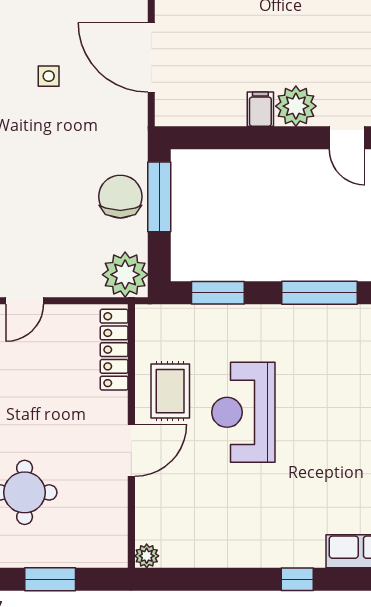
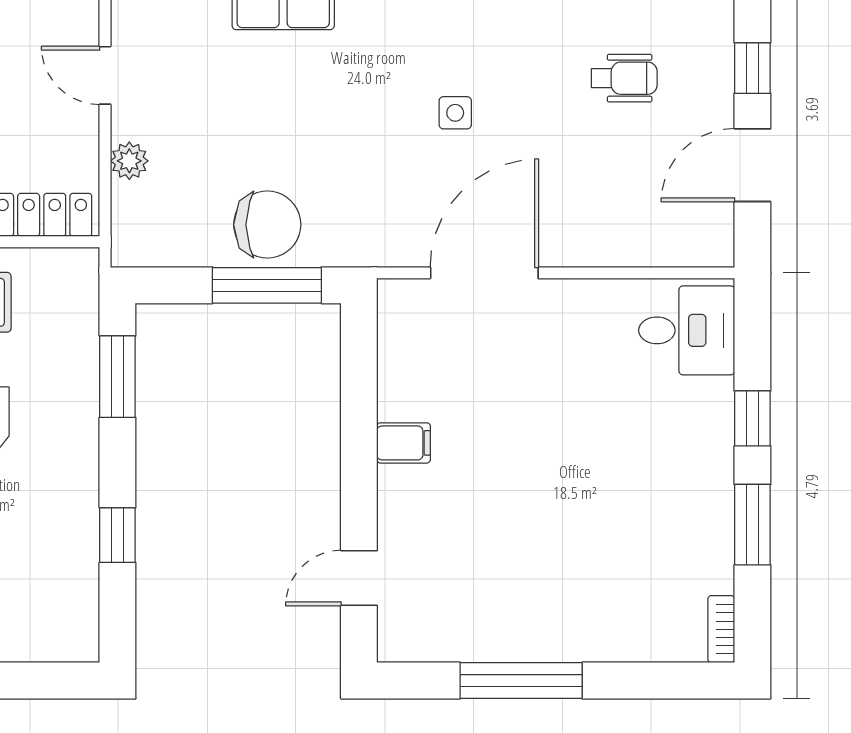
plant: (296, 106) -> (408, 498), removed
plant: (125, 275) -> (129, 161), moved, width x0.53, depth x0.53
window: (319, 293) -> (117, 535), width x0.46

